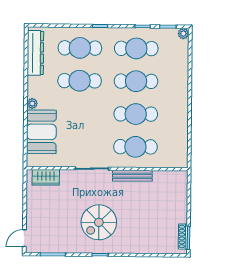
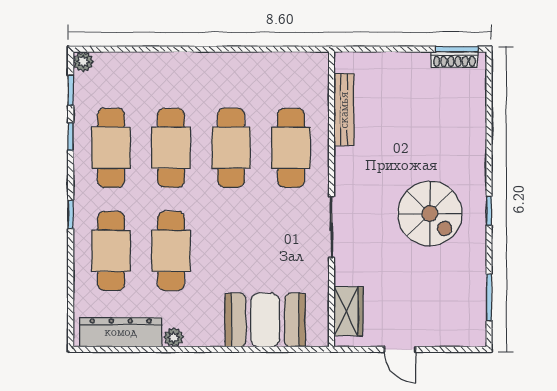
plant: (32, 103) -> (174, 337), moved
bench: (132, 176) -> (344, 110), moved
door: (24, 238) -> (400, 349), moved

